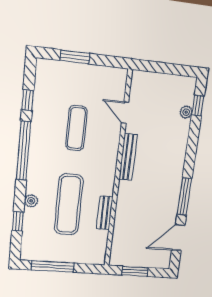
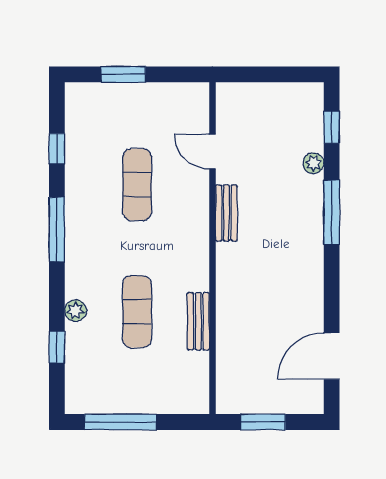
plant: (186, 112) -> (313, 163), moved
window: (24, 151) -> (57, 229), width x0.68
bench: (128, 157) -> (226, 213), width x0.73
window: (184, 196) -> (332, 212), moved
exercise mat: (69, 204) -> (137, 312), width x0.73, depth x0.69

